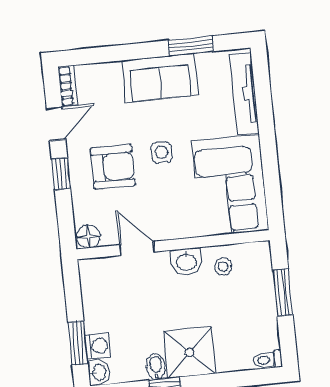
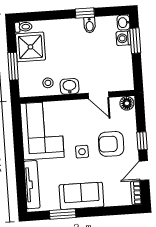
shower: (190, 352) -> (30, 47), moved

